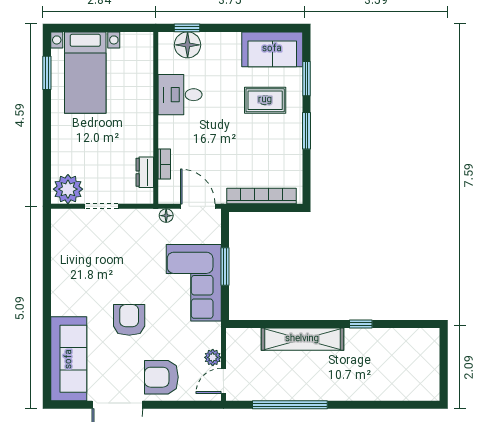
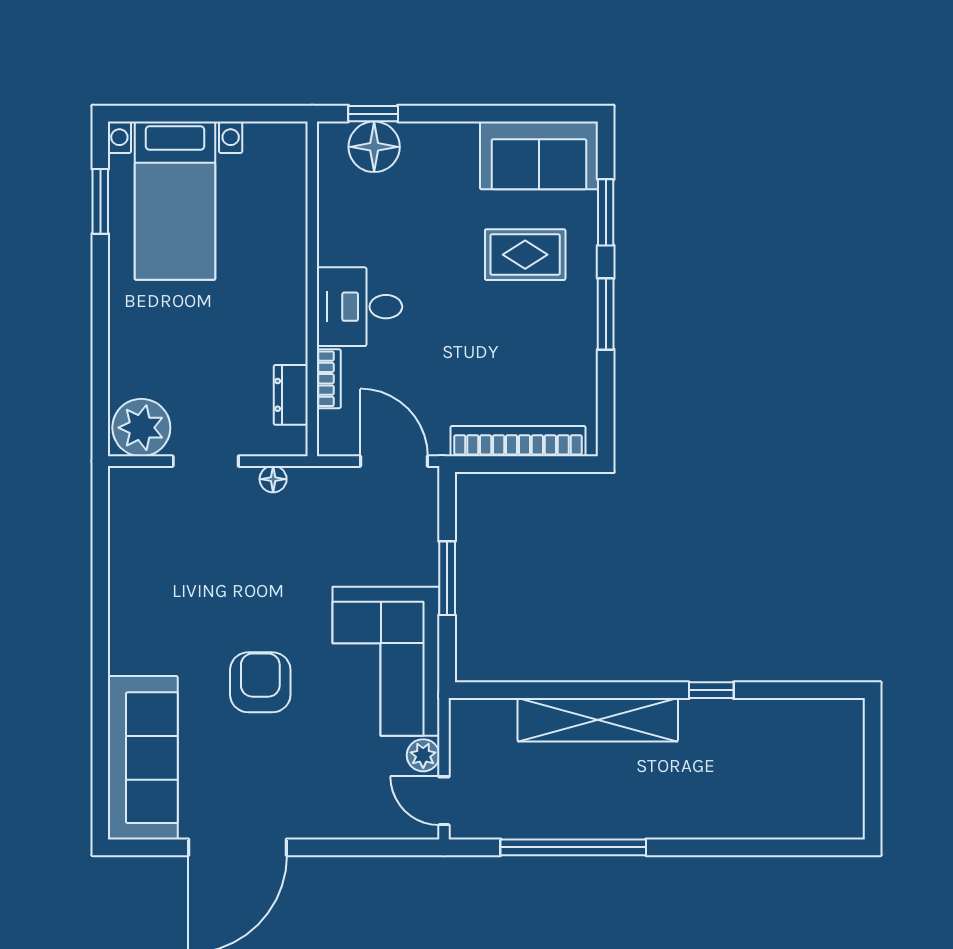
desk: (180, 95) -> (360, 307), moved
floor lamp: (166, 216) -> (273, 479), moved
corner sofa: (194, 283) -> (386, 661), moved
armchair: (161, 377) -> (323, 794), removed
door: (223, 381) -> (444, 801), hinge flipped

